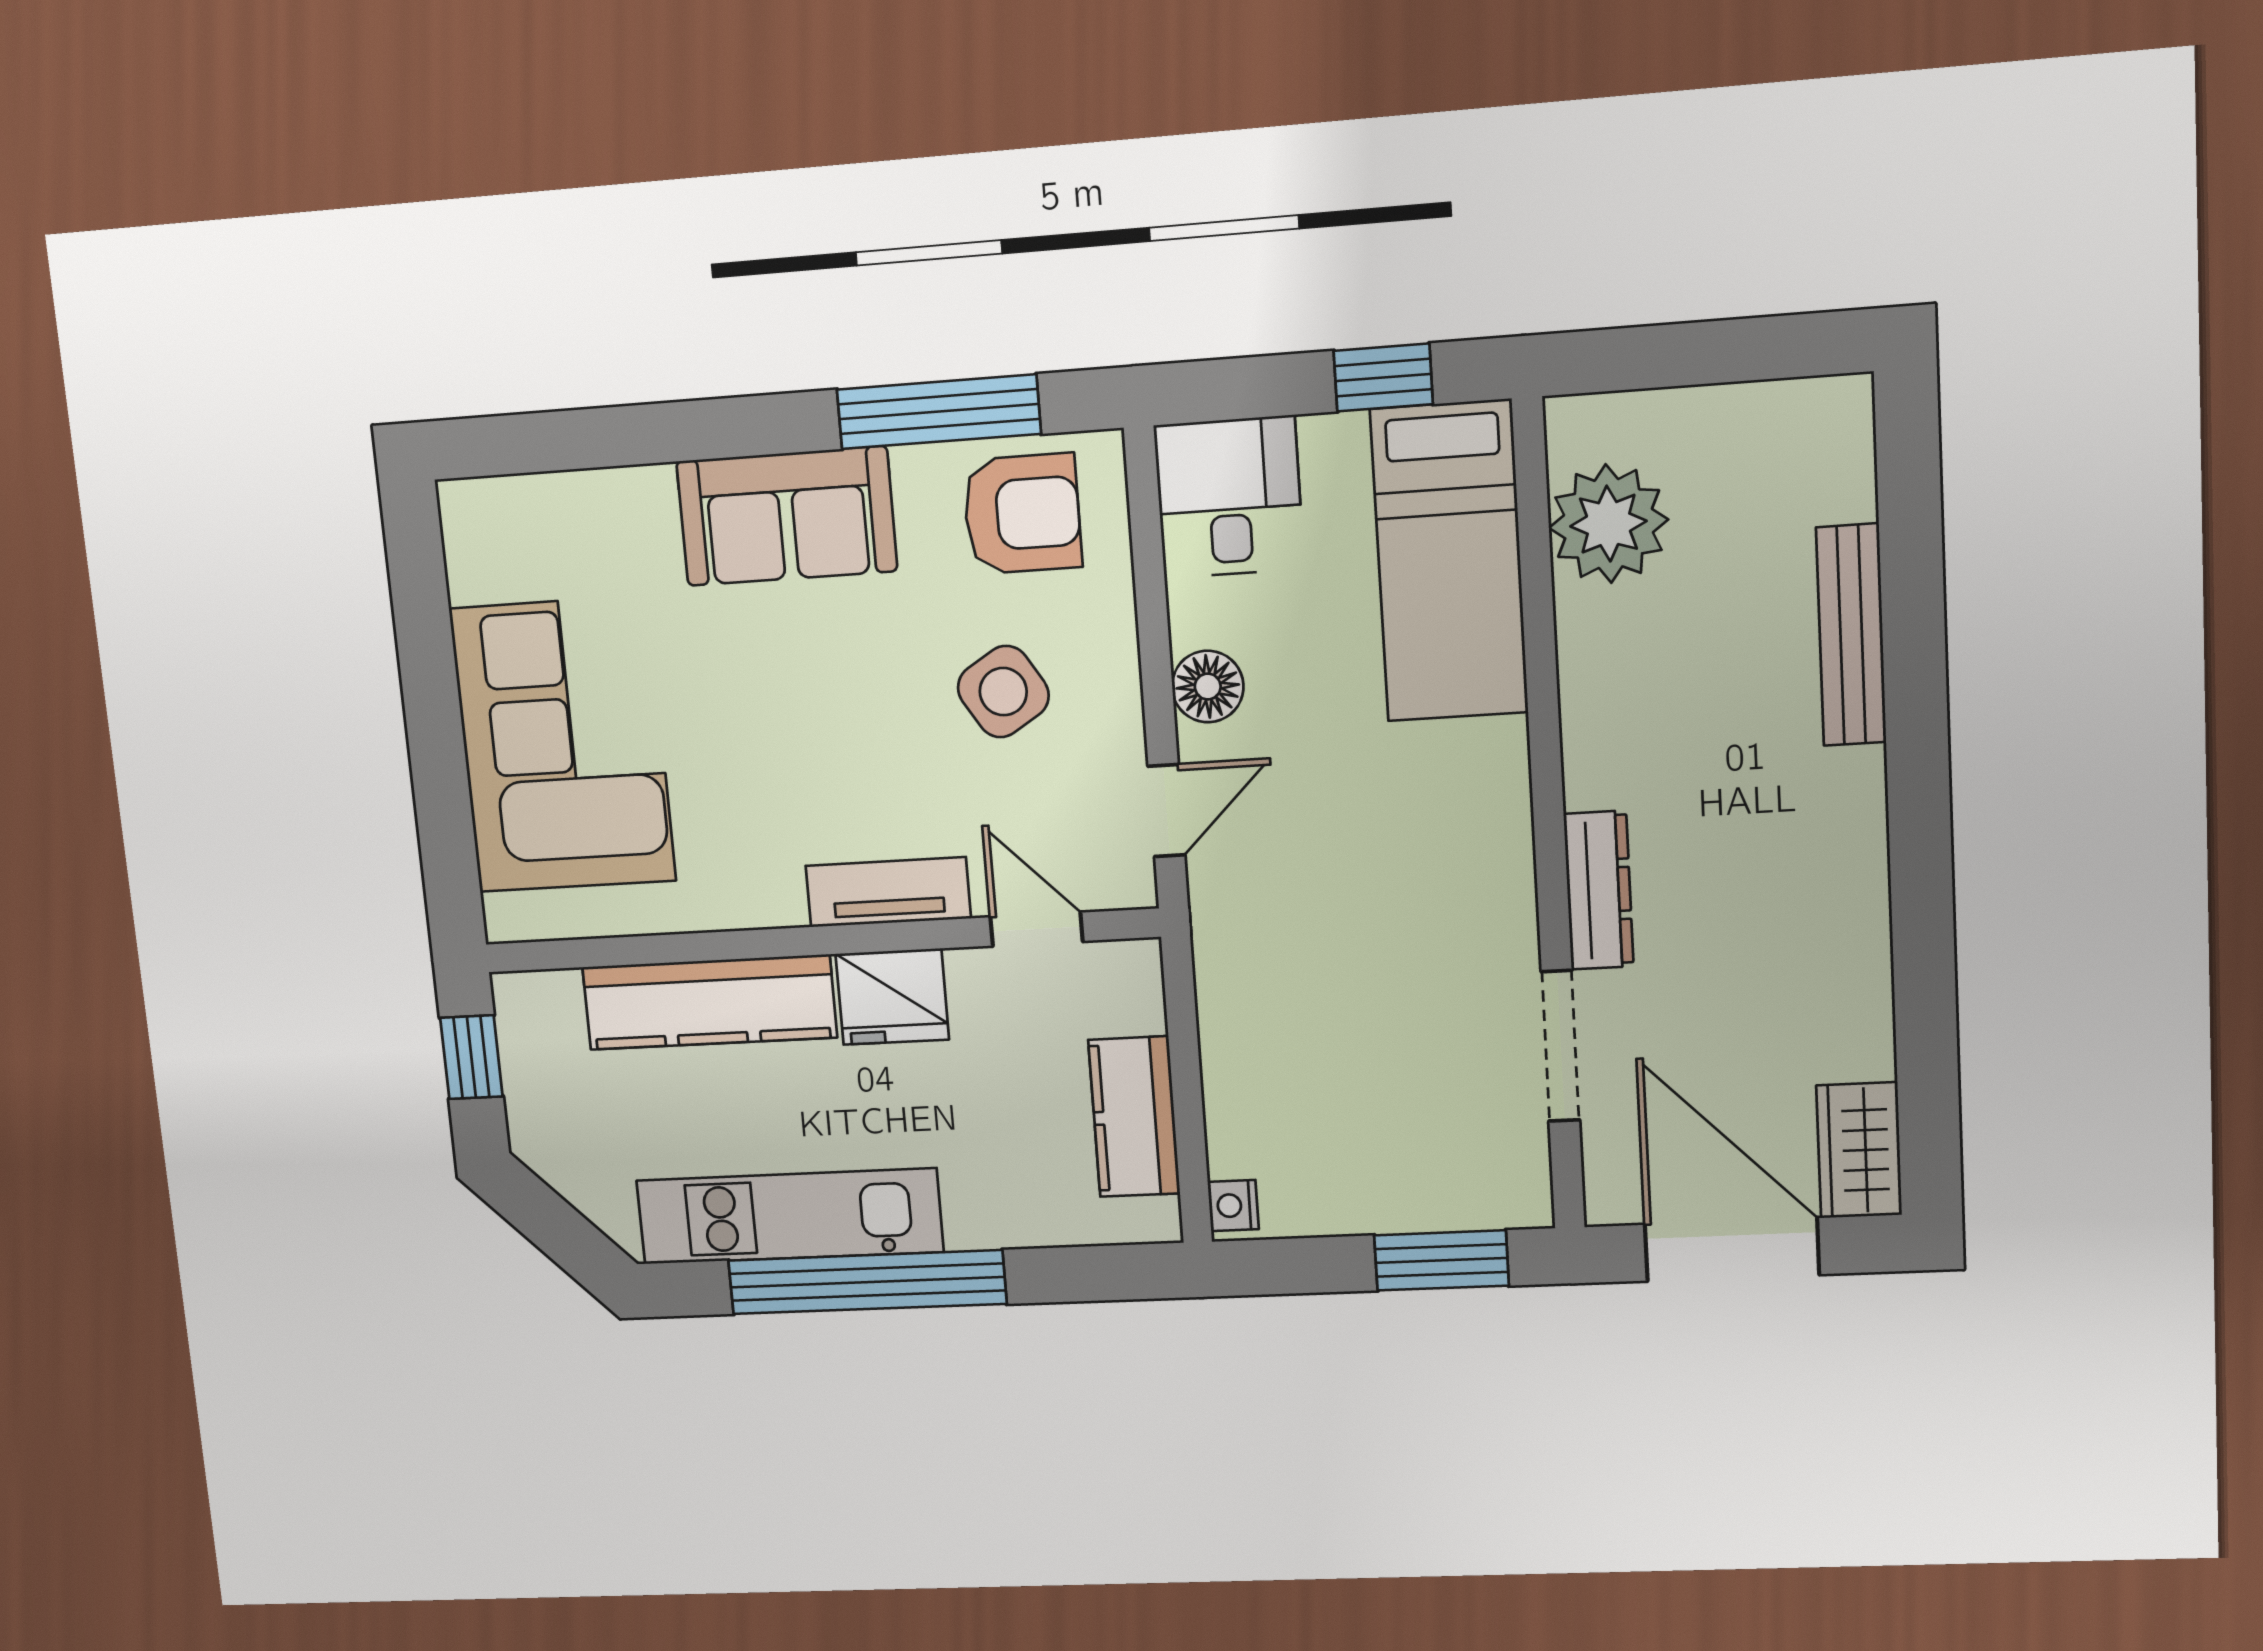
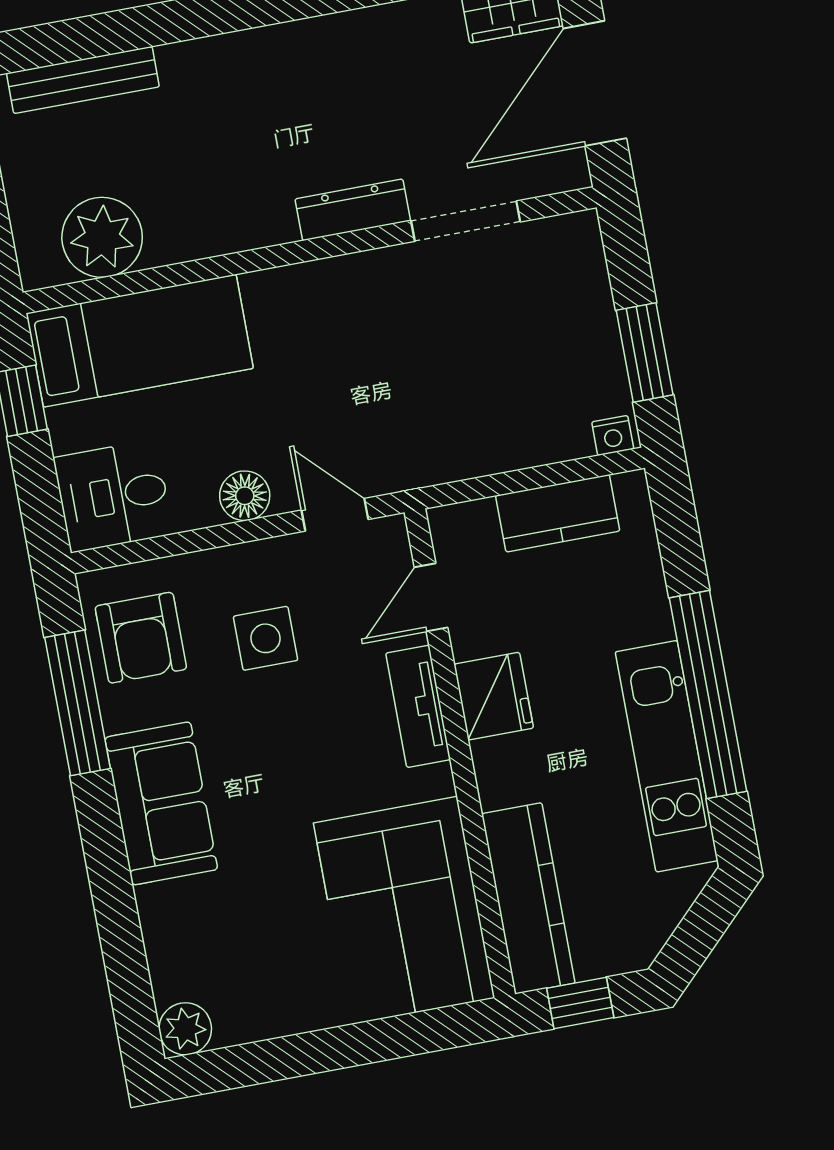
plant: (474, 514) -> (185, 1029), added
armchair: (1022, 514) -> (141, 638), turned 180
bench: (1851, 635) -> (83, 80), moved
side table: (1003, 692) -> (266, 638), turned 32
corner sofa: (563, 745) -> (404, 910), moved, turned -90
kitchen counter: (709, 1002) -> (528, 898), moved
window: (1441, 1260) -> (645, 352), moved

